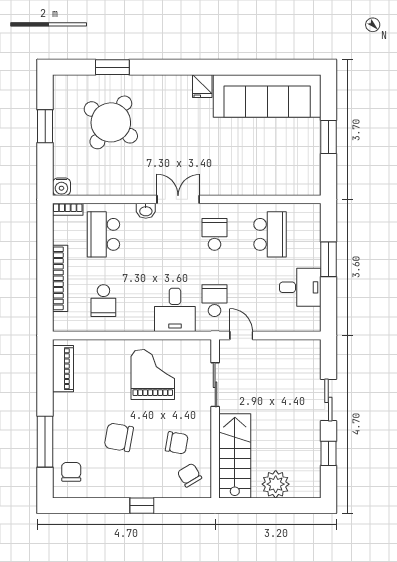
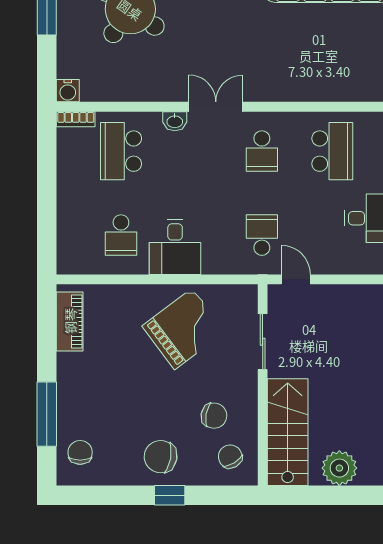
school desk: (214, 234) -> (262, 151), turned 180
bookcase: (60, 278) -> (66, 207), removed
desk: (175, 310) -> (175, 247), moved
grand piano: (153, 374) -> (184, 329), turned 53
chair: (119, 437) -> (161, 457), moved

